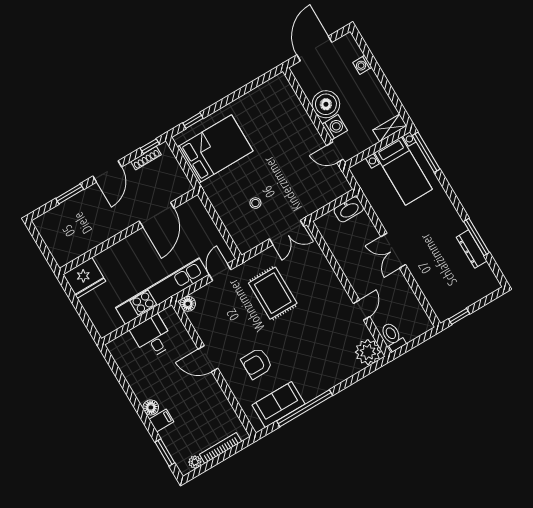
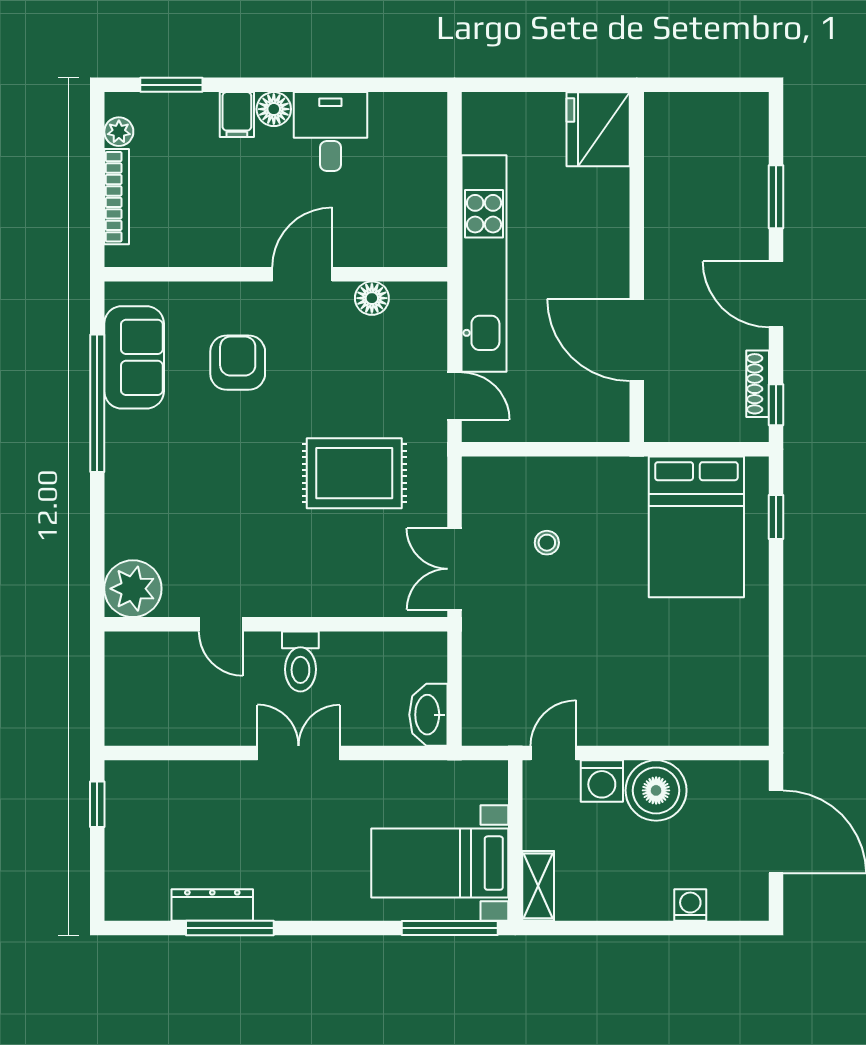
floor lamp: (188, 304) -> (372, 298), moved
toilet: (393, 336) -> (300, 662), moved, turned 90
desk: (152, 337) -> (330, 131), moved, turned -90

